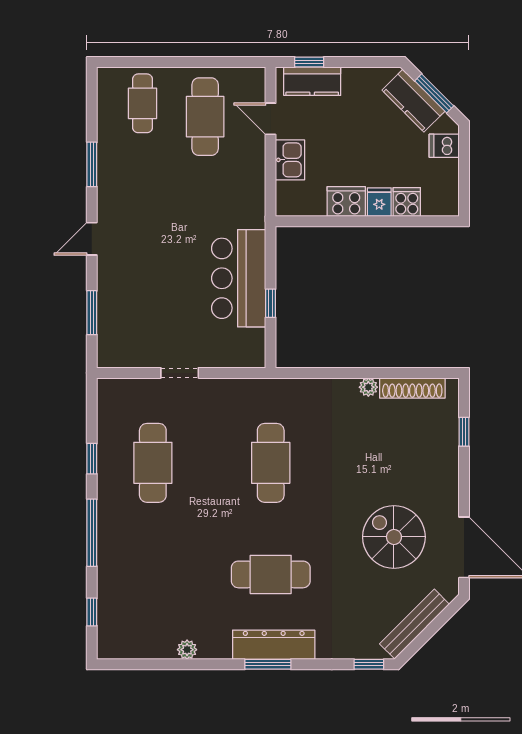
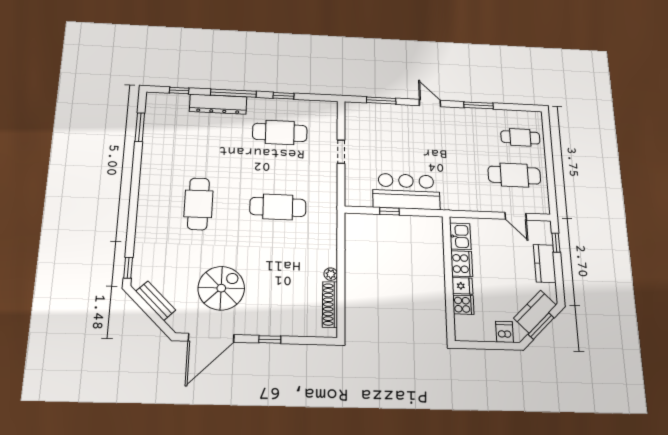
kitchen counter: (312, 81) -> (545, 264), moved
door: (271, 119) -> (516, 216), swing flipped
kitchen sink: (290, 160) -> (460, 236), moved, turned -90
window: (464, 432) -> (270, 339), moved
bench: (415, 624) -> (156, 301), width x0.73
dresser: (274, 645) -> (218, 104), moved, turned 90
plant: (187, 650) -> (149, 148), removed
window: (268, 664) -> (140, 127), moved

